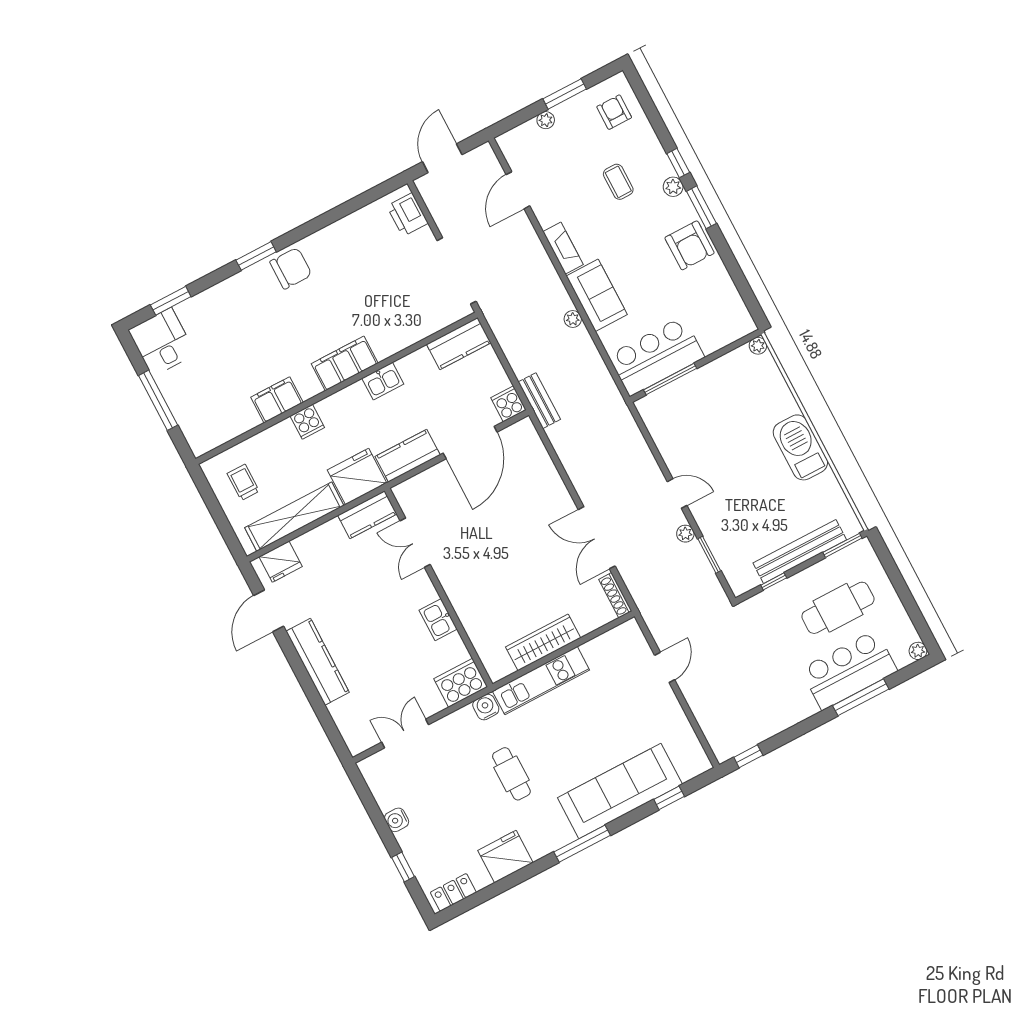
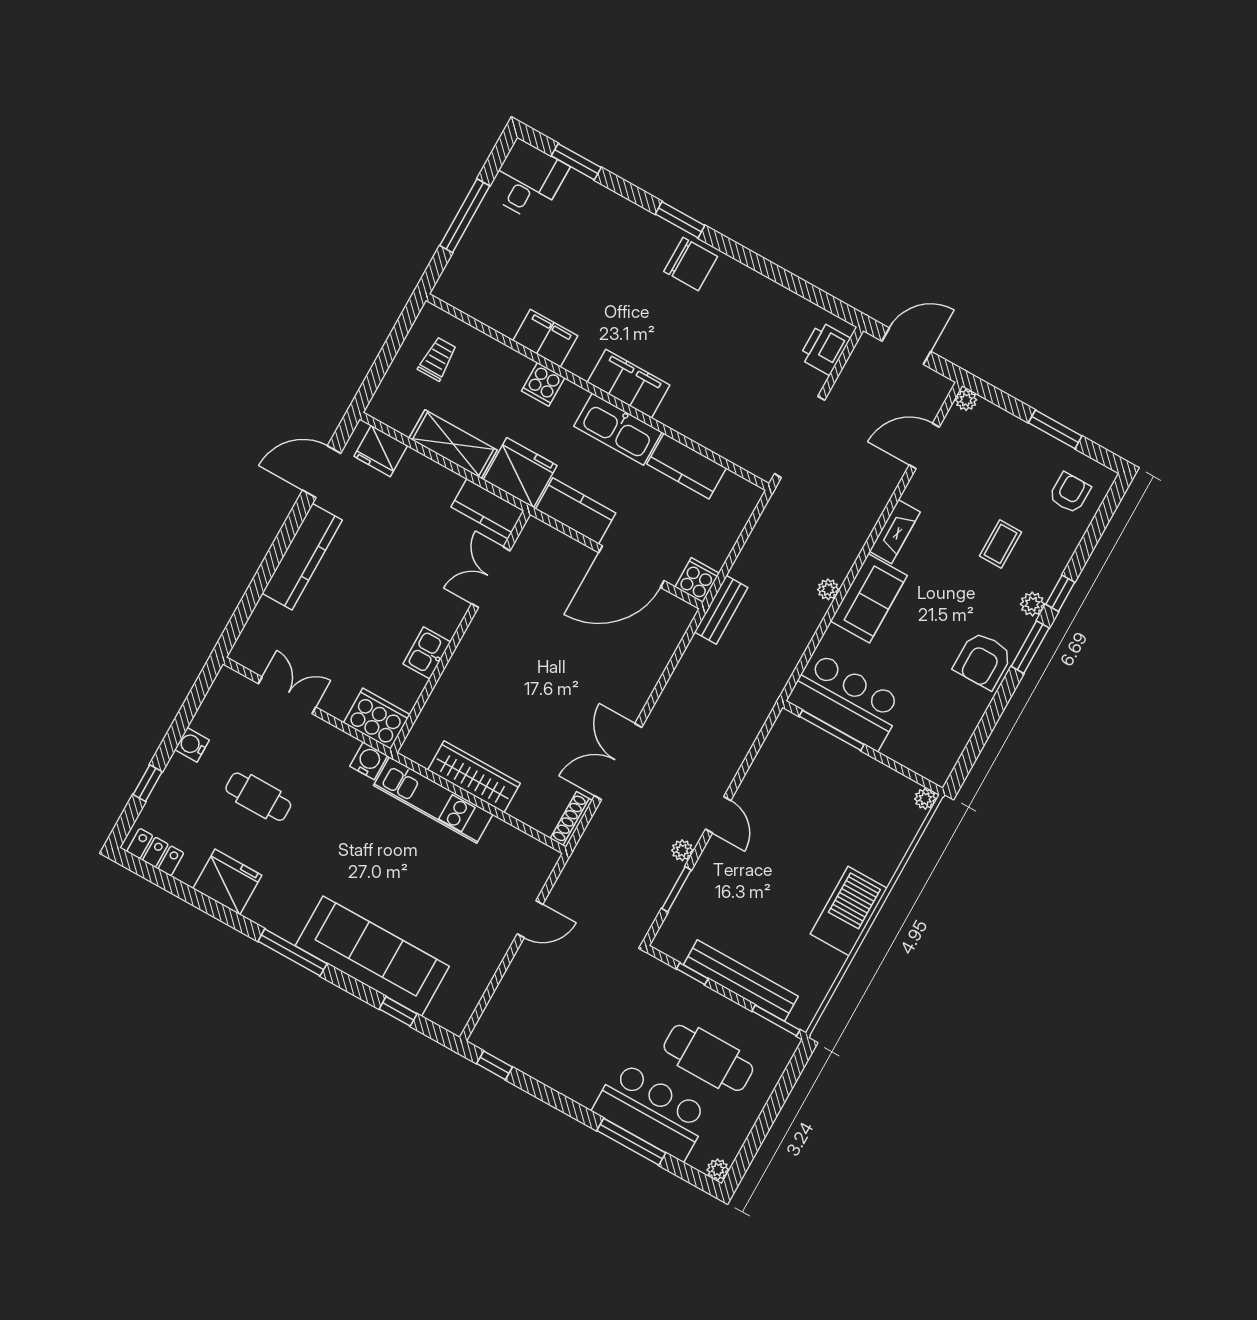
plant: (546, 120) -> (966, 400), moved
kitchen counter: (459, 343) -> (687, 466), moved
kitchen sink: (383, 381) -> (618, 429), width x1.87, depth x1.24
shelving: (294, 517) -> (453, 444), width x0.68
cafe table: (511, 774) -> (258, 797), moved, turned 90

